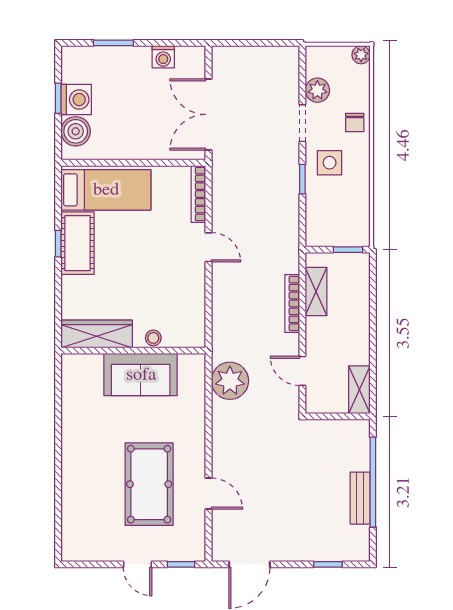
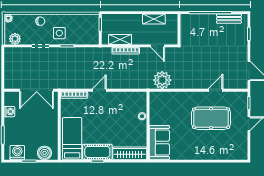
plant: (317, 90) -> (15, 39), moved
washing machine: (76, 100) -> (17, 153), moved
wardrobe: (97, 334) -> (130, 153), moved, turned 90
door: (302, 371) -> (158, 46), hinge flipped
sofa: (141, 375) -> (159, 143), moved
shelving: (359, 390) -> (154, 19), moved
bench: (360, 498) -> (229, 19), moved

